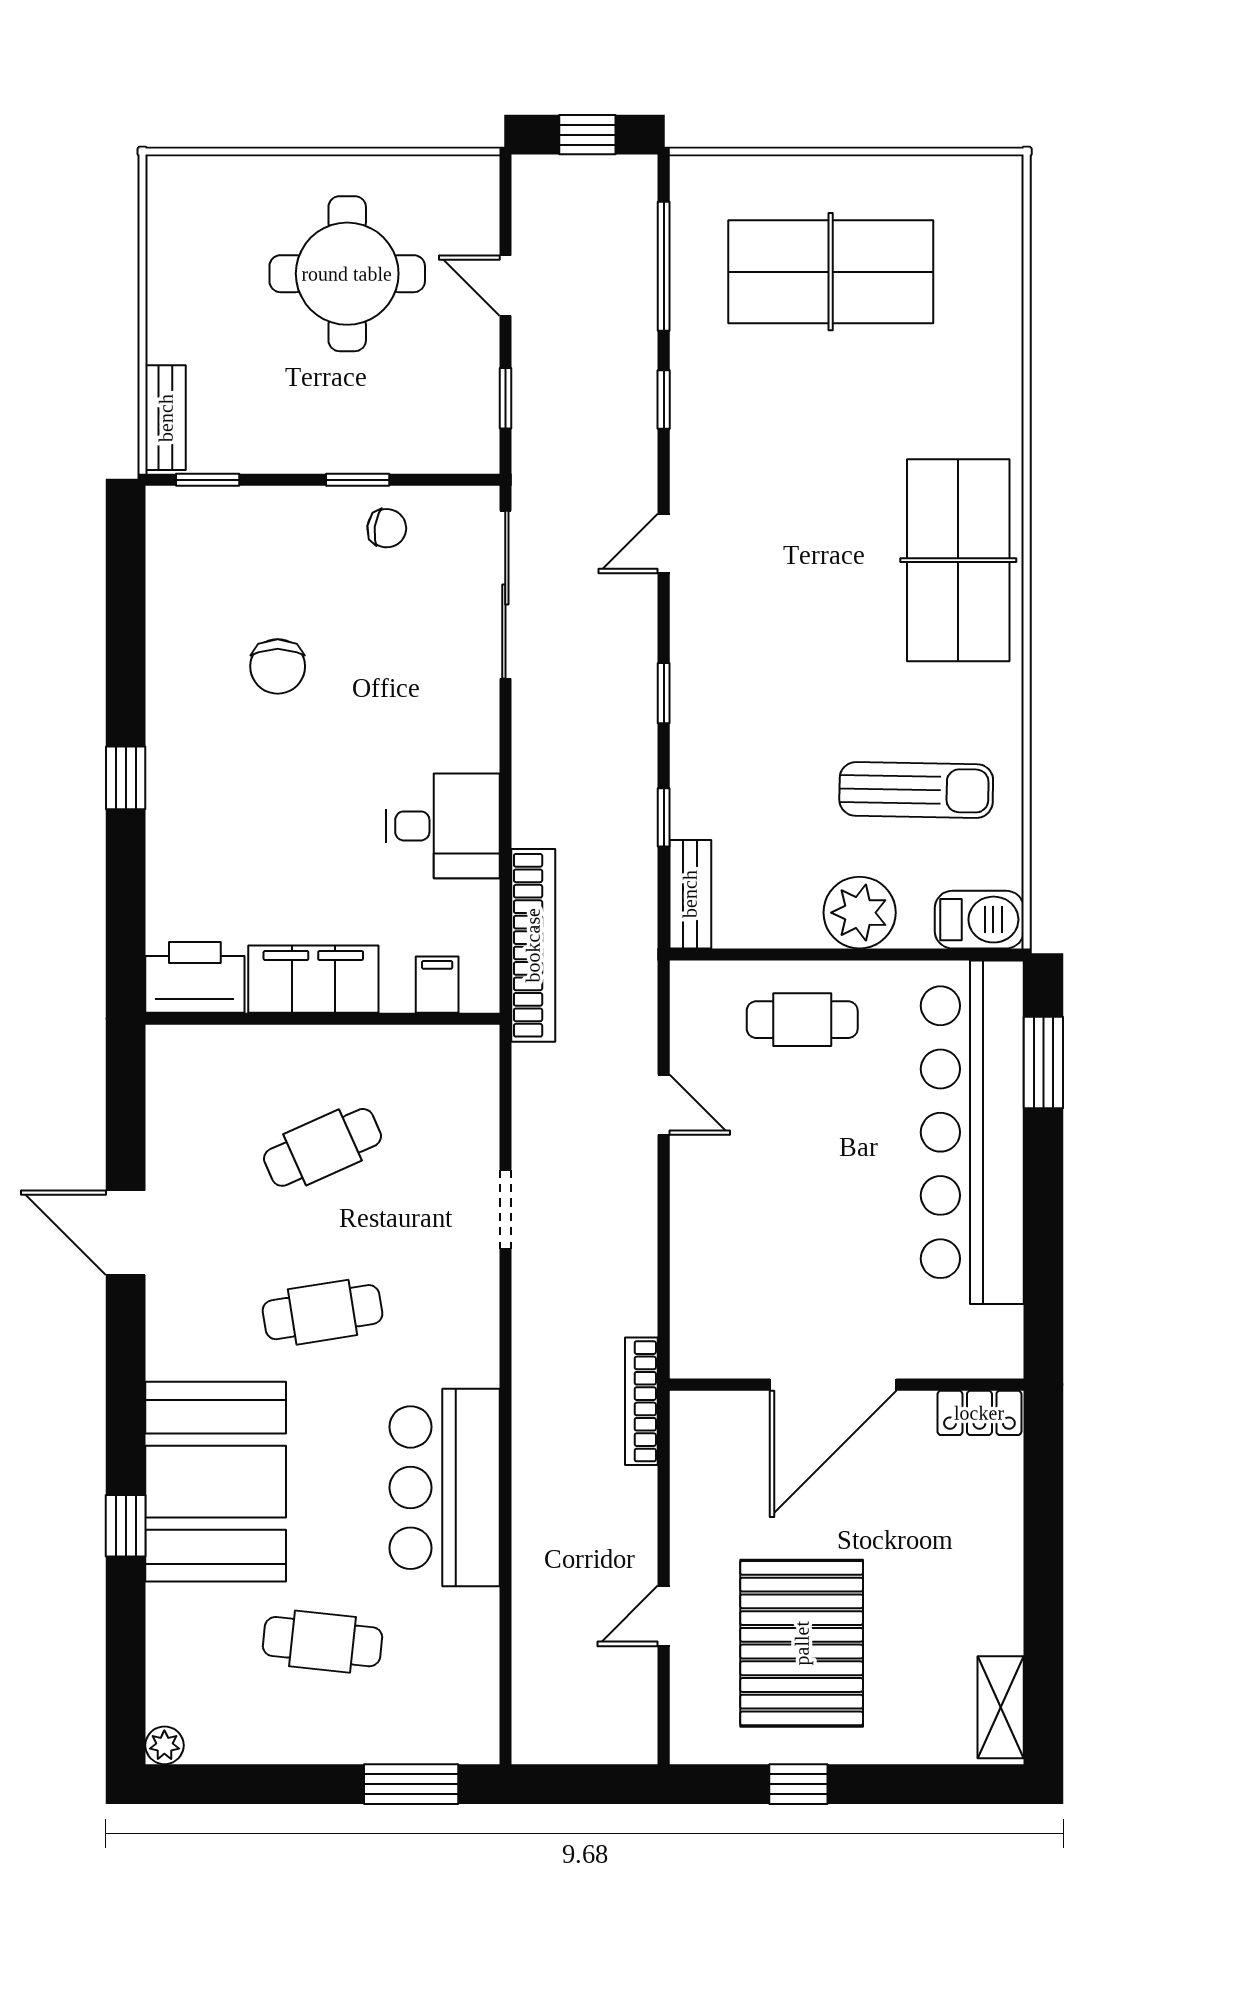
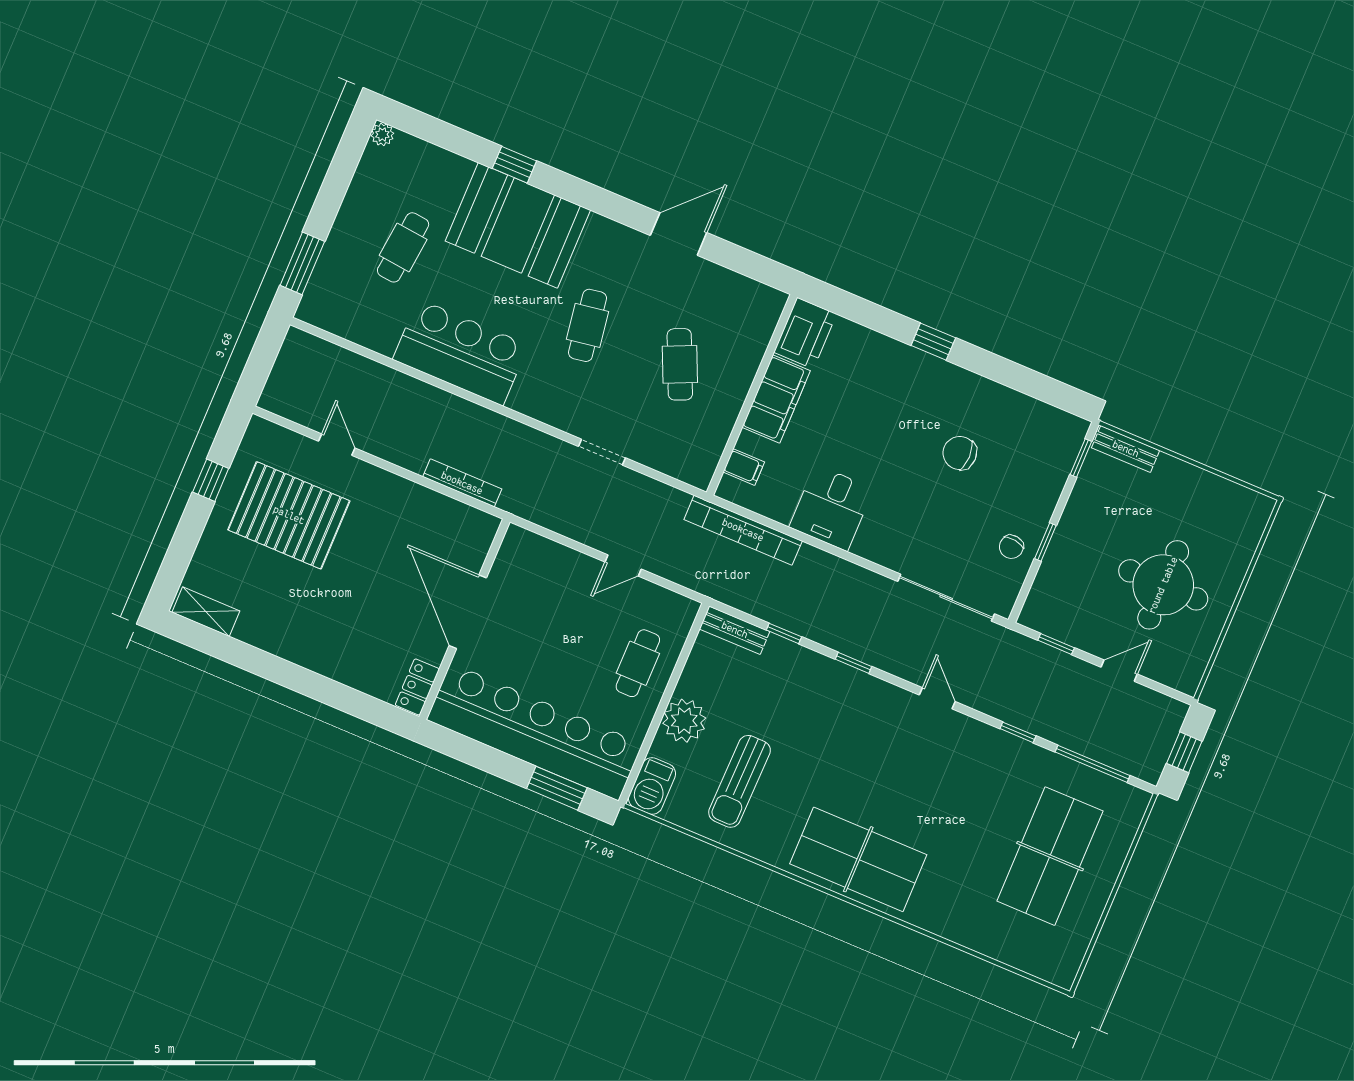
door: (833, 1385) -> (468, 612), moved
wall: (847, 1385) -> (465, 619), moved
locker: (979, 1413) -> (417, 687), moved

